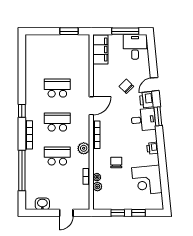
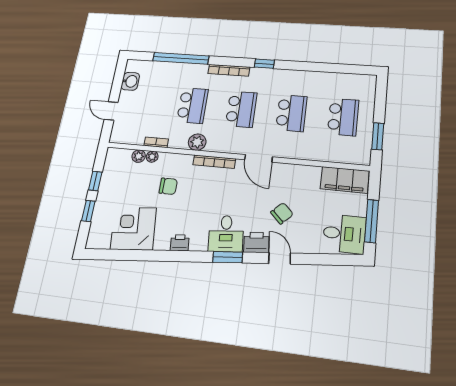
school desk: (57, 54) -> (343, 117), added

